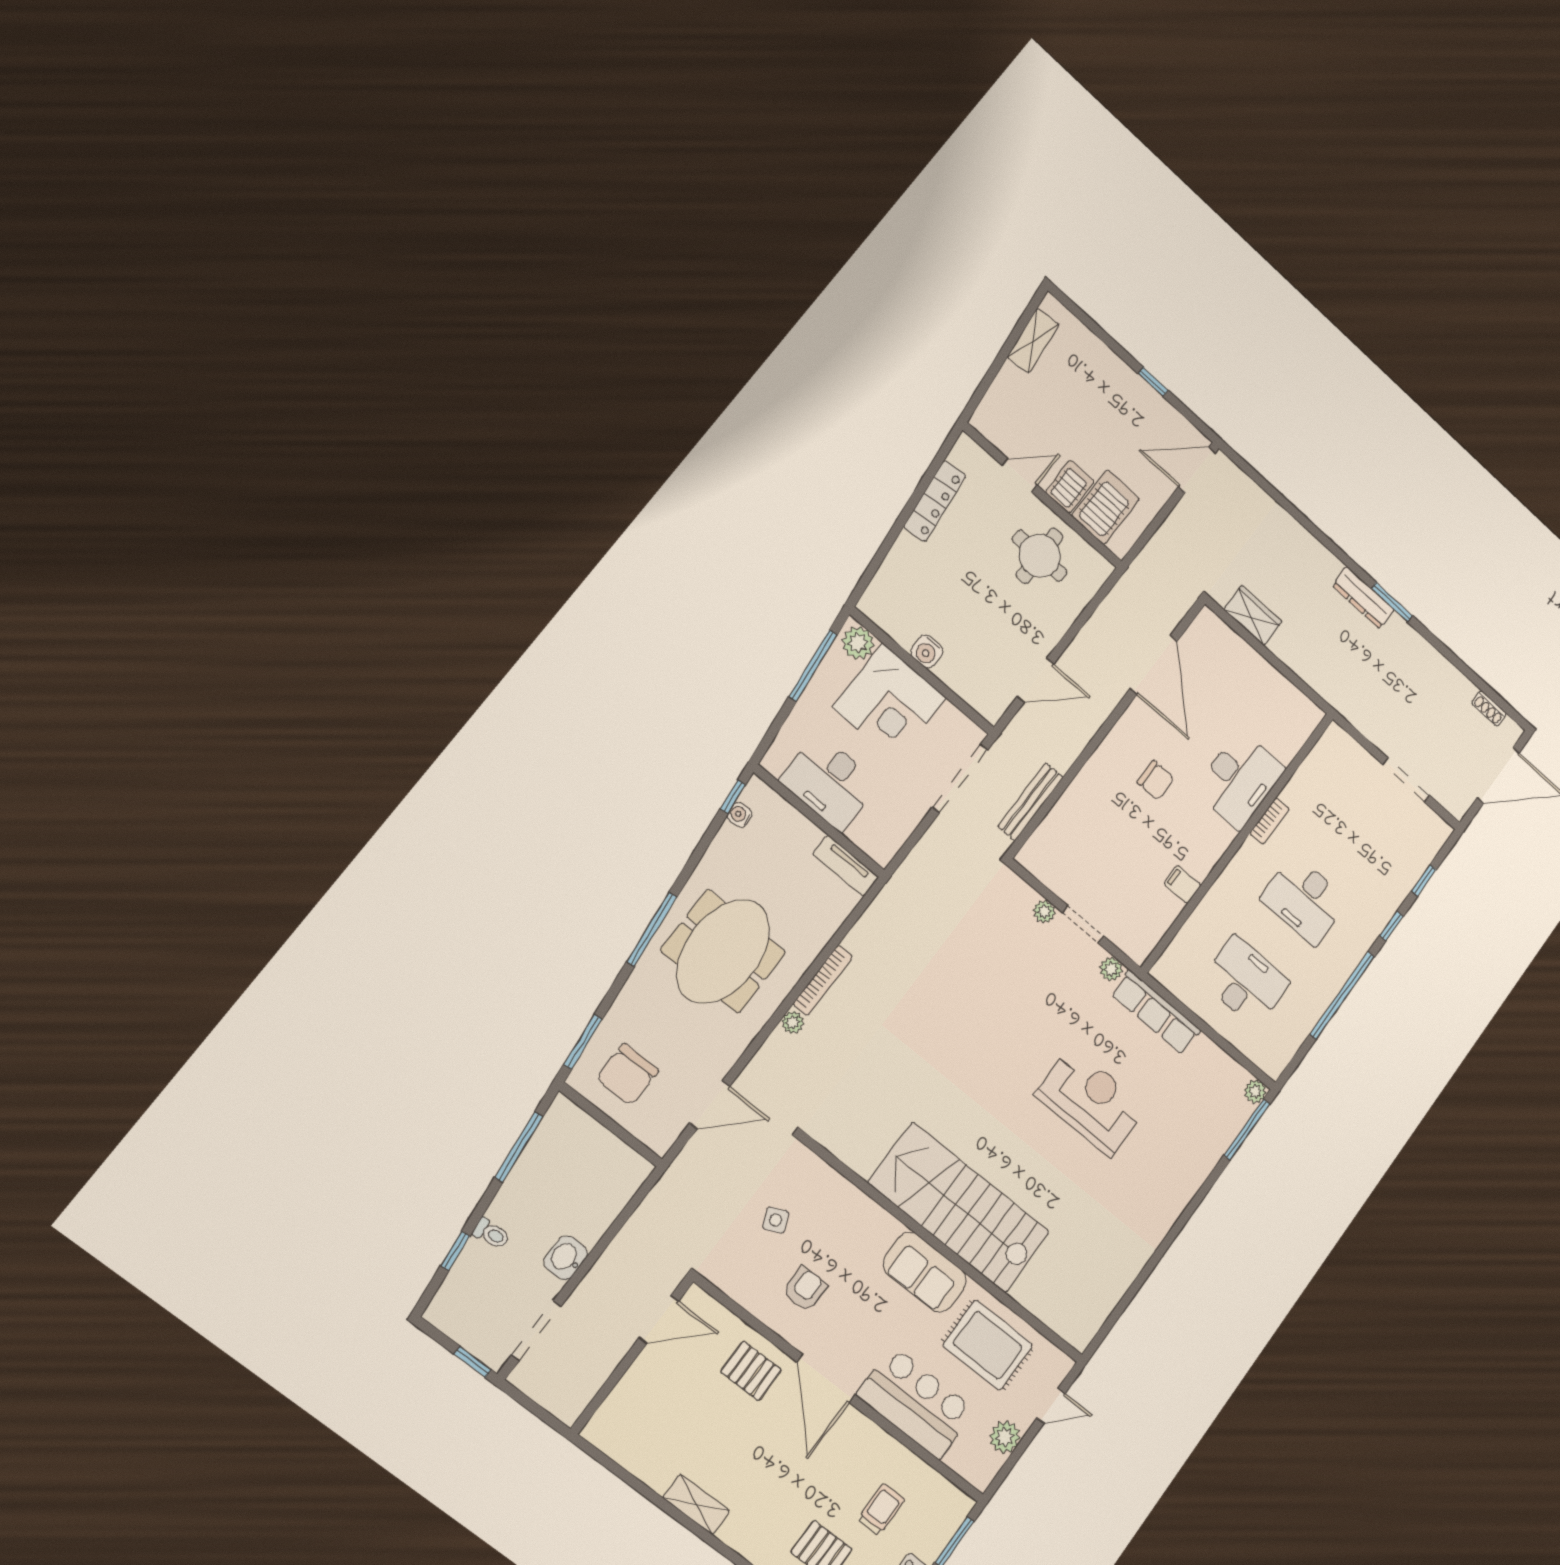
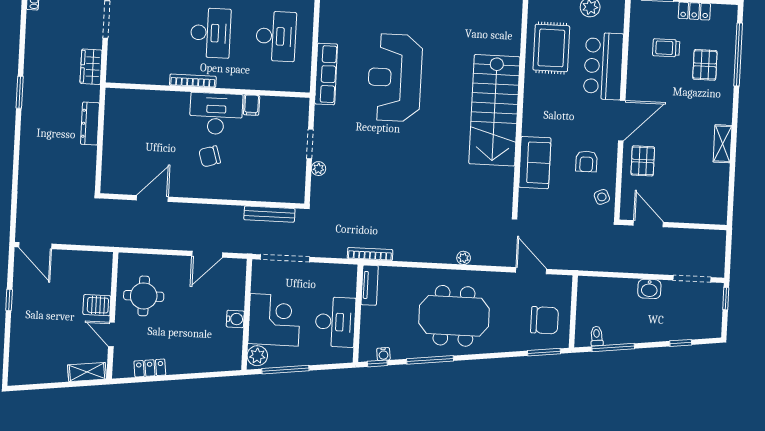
shelving: (1033, 341) -> (87, 372), moved
locker: (935, 501) -> (150, 368), width x0.66
server rack: (1106, 507) -> (92, 280), removed
dresser: (1363, 598) -> (90, 124), moved, turned 180
wardrobe: (1253, 615) -> (91, 67), moved
door: (1154, 665) -> (152, 199), width x0.73
door: (1035, 680) -> (207, 254), swing flipped
chair: (1156, 780) -> (210, 156), turned -107
desk: (1240, 780) -> (216, 114), moved
bookcase: (1270, 821) -> (193, 81), width x1.56
window: (652, 929) -> (430, 360), moved
plant: (1111, 969) -> (322, 113), removed
bookcase: (823, 980) -> (370, 254), moved
desk: (1245, 982) -> (276, 36), turned 180
reception desk: (1091, 1101) -> (395, 78), width x1.36, depth x1.30
side table: (776, 1220) -> (602, 197), moved
toilet: (491, 1234) -> (597, 336), moved
sofa: (925, 1272) -> (535, 163), moved
armchair: (805, 1289) -> (586, 161), turned -90

